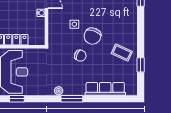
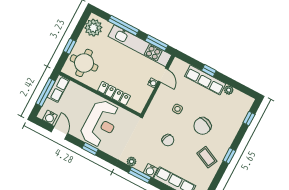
chair: (92, 36) -> (202, 126), moved
window: (141, 65) -> (229, 156), moved
water cooler: (79, 90) -> (150, 171), added

